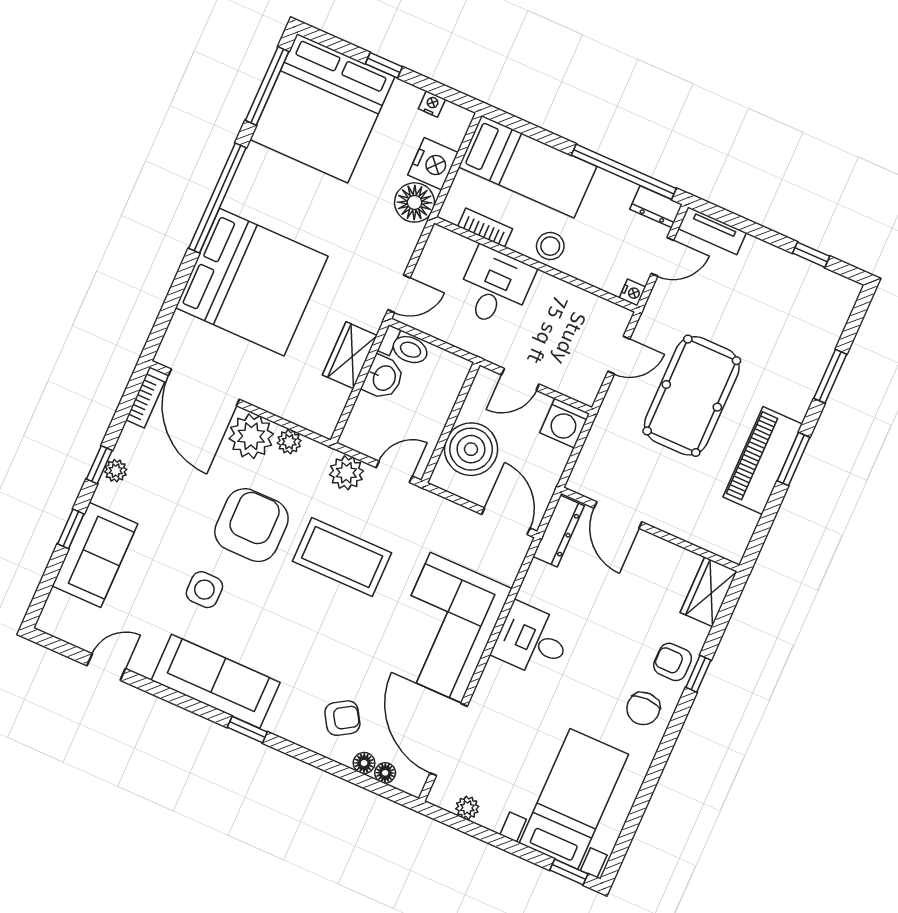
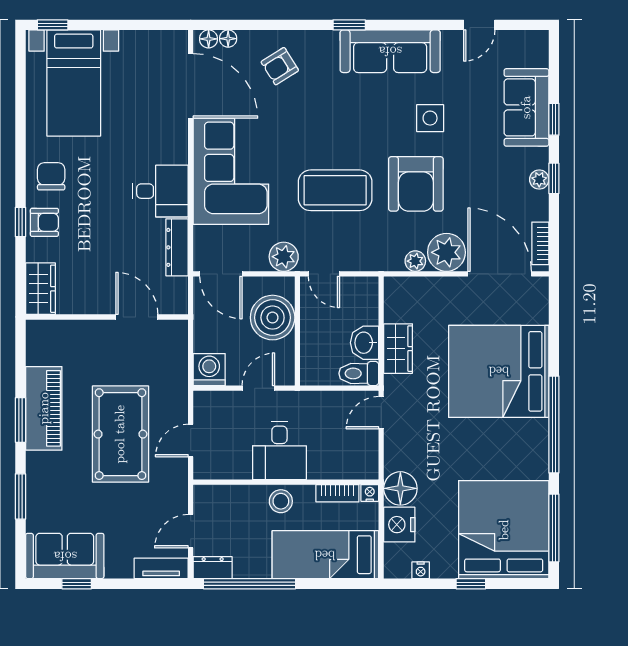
desk: (495, 287) -> (279, 450), moved
sofa: (811, 290) -> (65, 556), added
nightstand: (632, 292) -> (370, 493), moved, turned 90
door: (394, 472) -> (324, 274), hinge flipped
plant: (346, 473) -> (284, 257), moved
dresser: (559, 531) -> (177, 247), moved
floor lamp: (364, 763) -> (209, 39), moved
plant: (467, 808) -> (153, 40), removed

